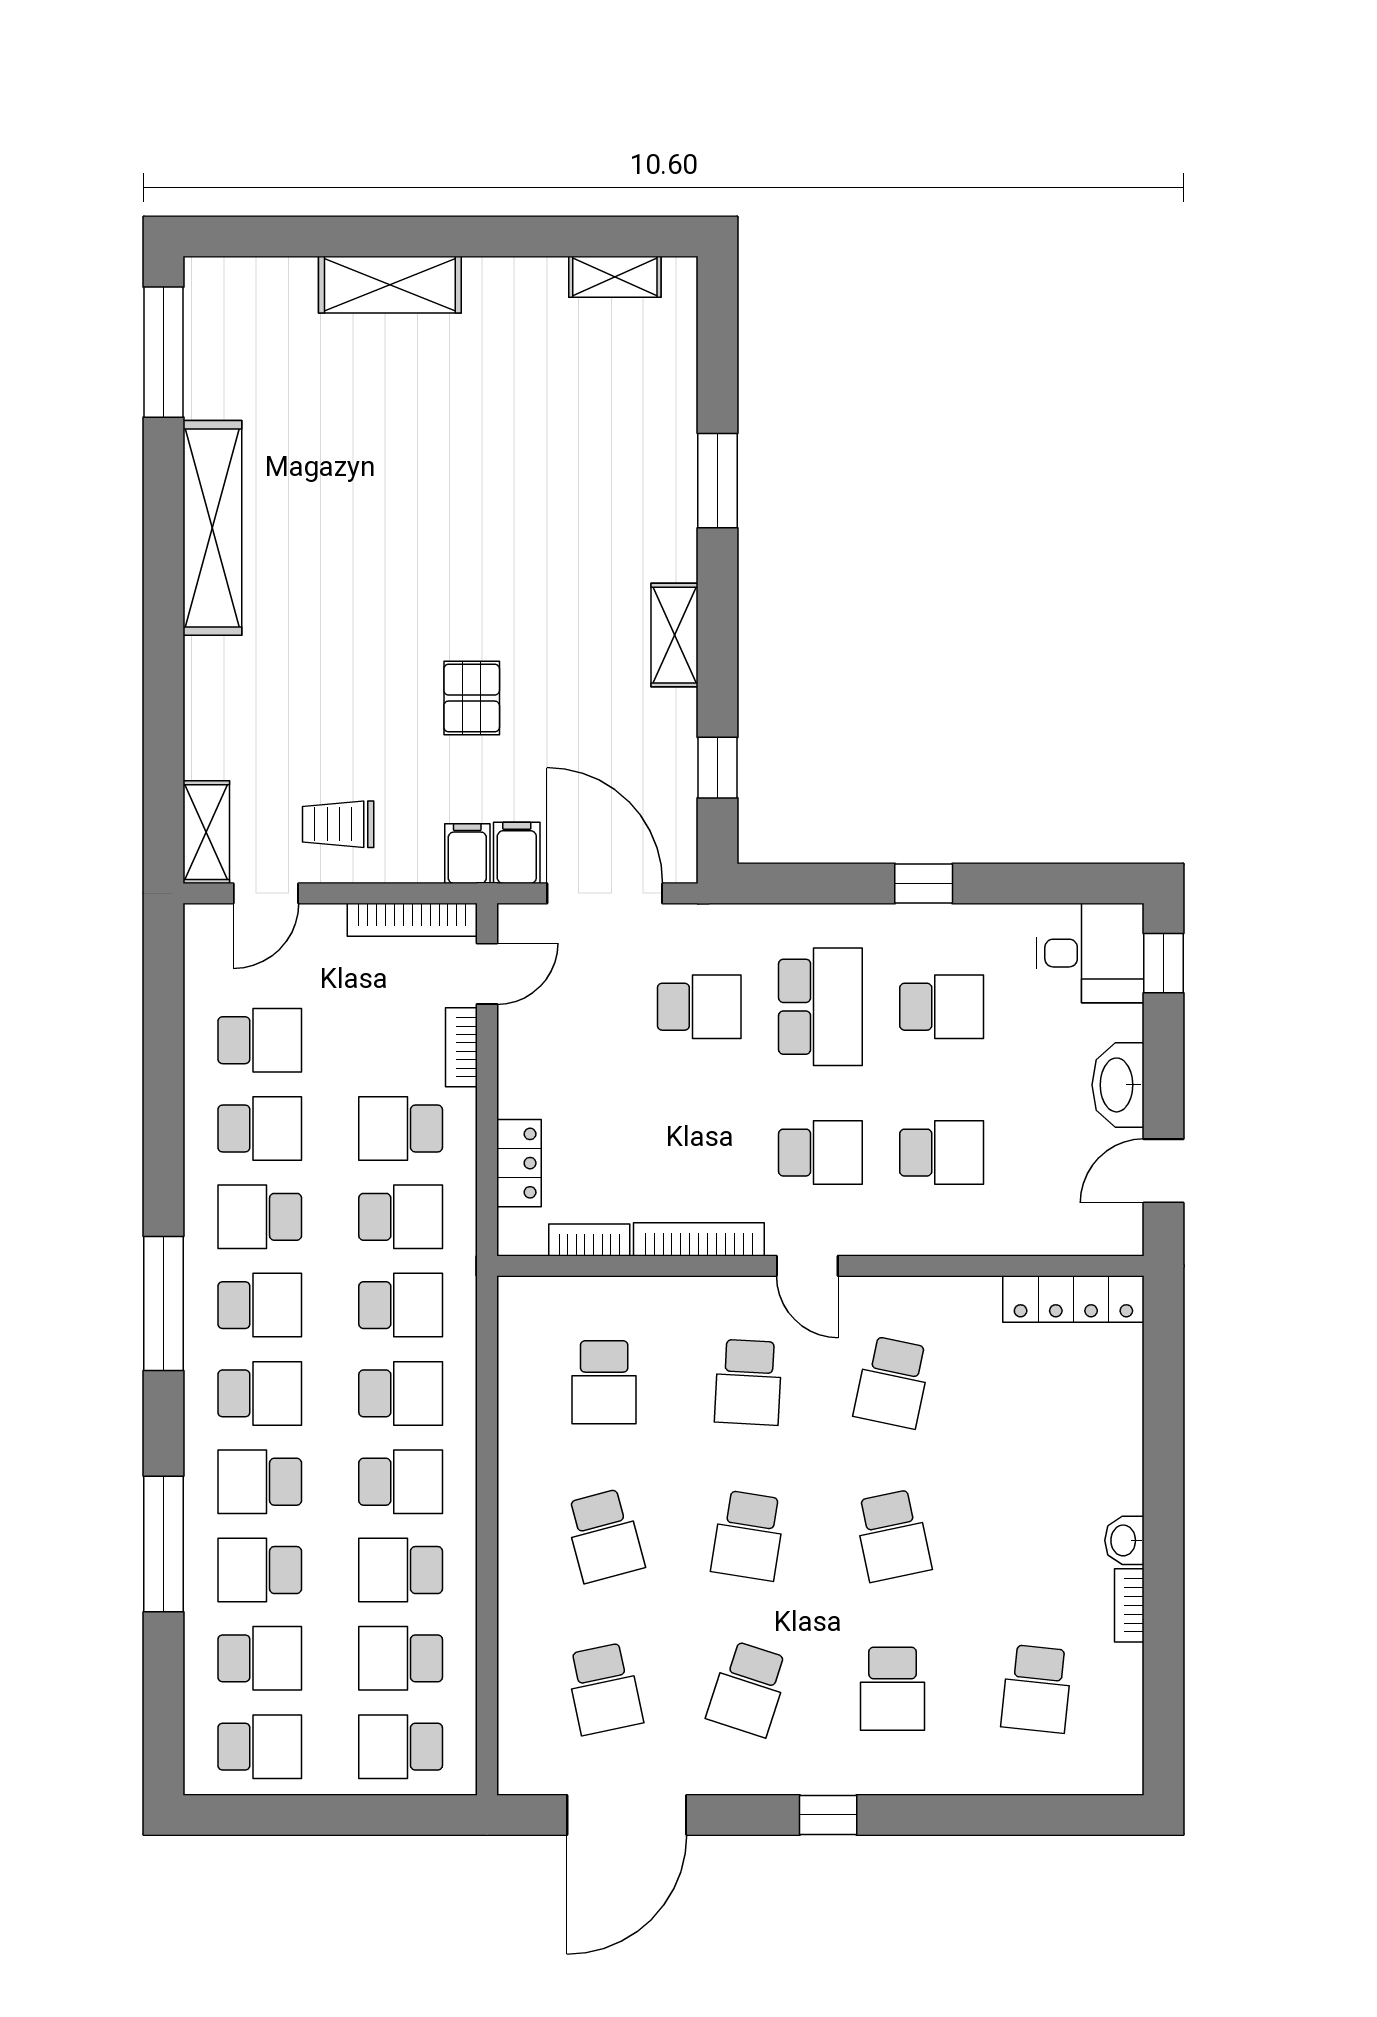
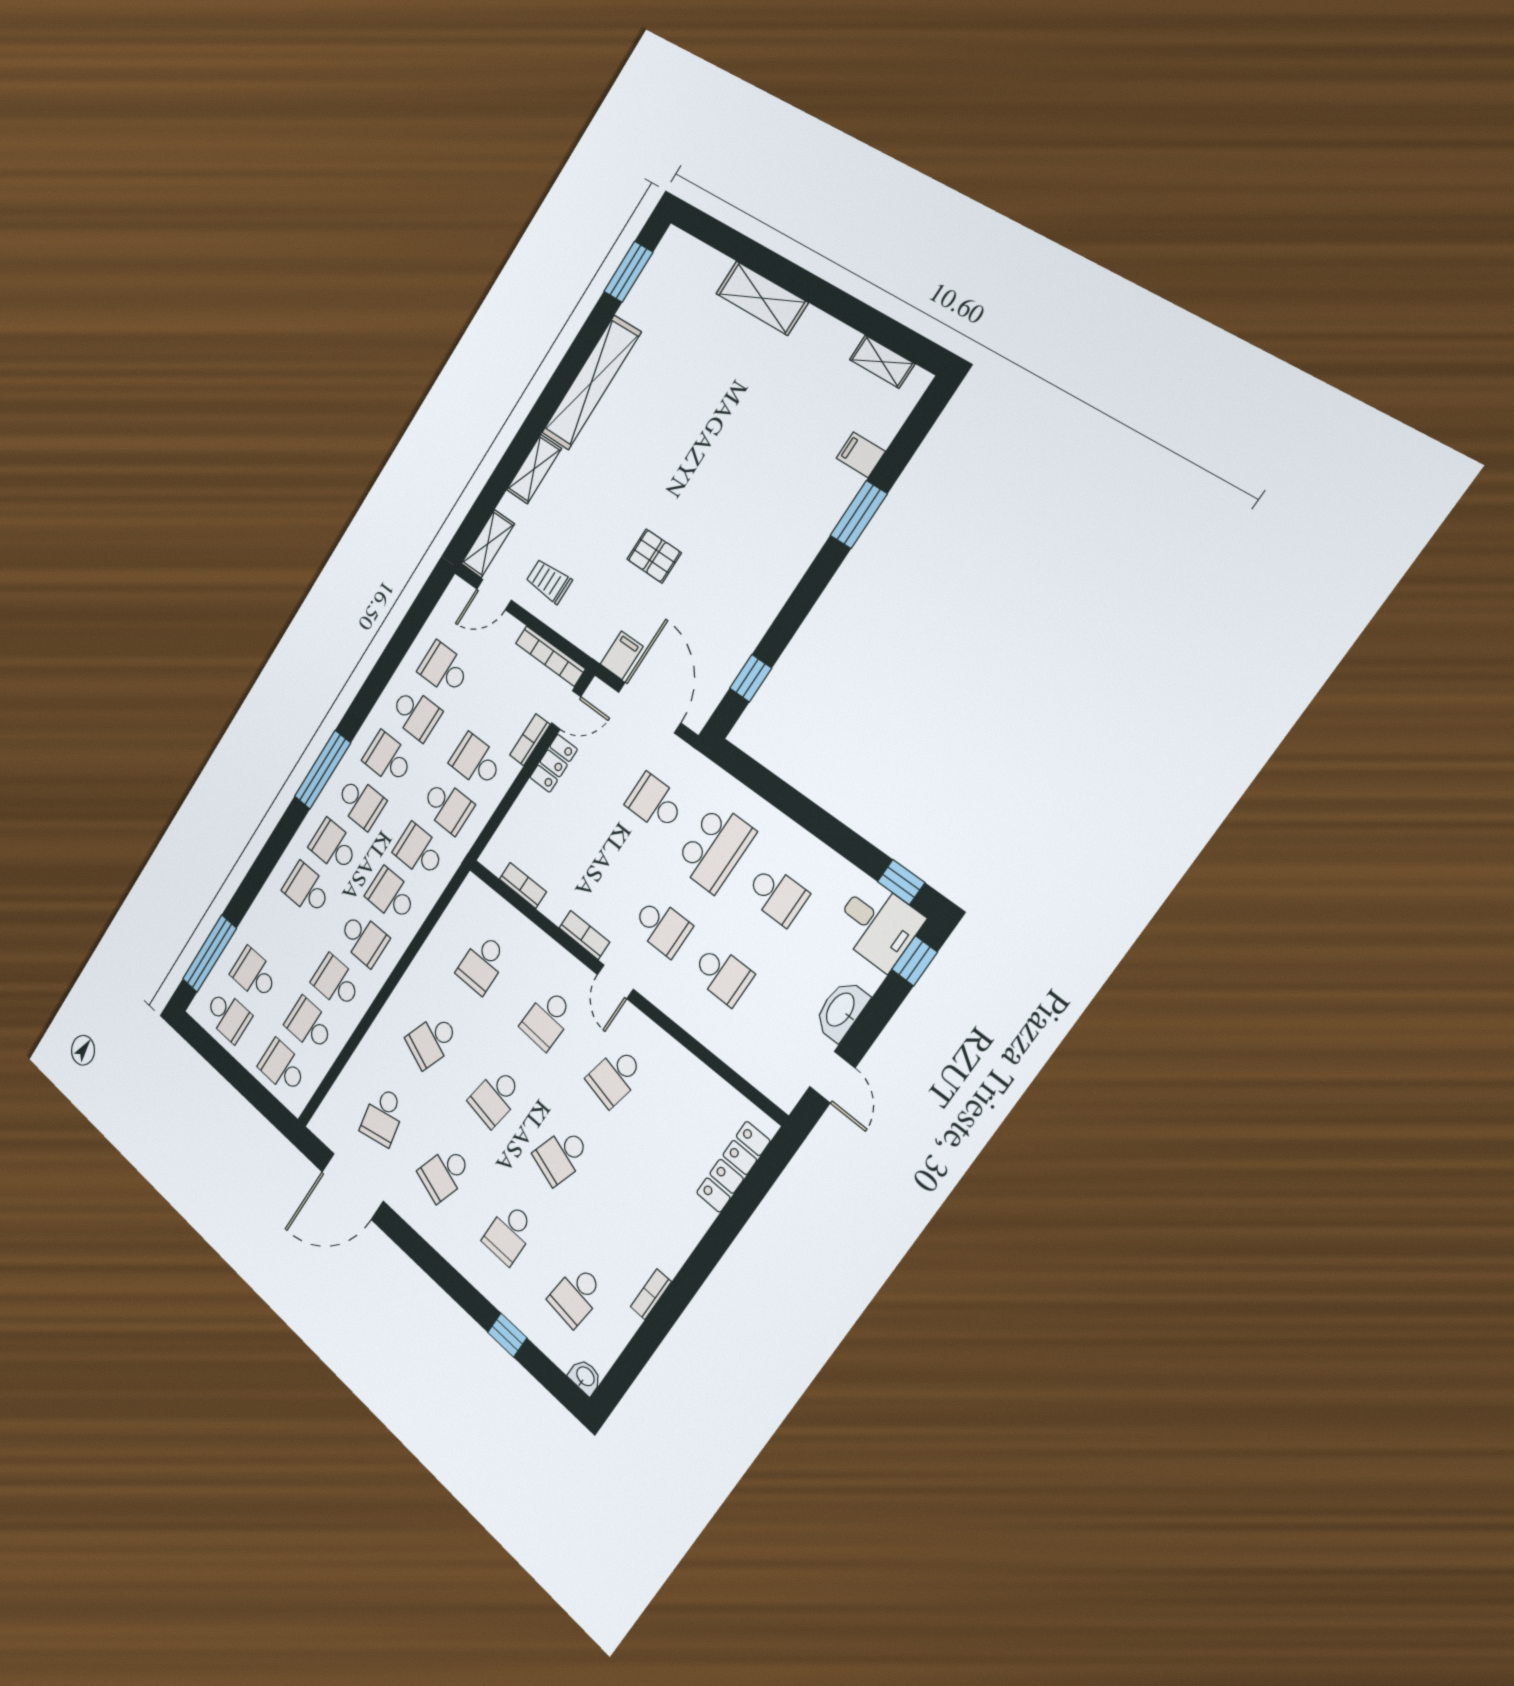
window: (163, 352) -> (628, 272), width x0.69
shelving: (674, 635) -> (534, 469), moved
pallet: (472, 698) -> (654, 556), turned 90
filing cabinet: (467, 854) -> (861, 455), moved, turned -90
window: (924, 884) -> (901, 882), moved
school desk: (699, 1007) -> (655, 803), turned 180
school desk: (260, 1040) -> (444, 669), turned 180
locker: (519, 1163) -> (554, 763), moved
door: (1164, 1171) -> (832, 1077), swing flipped
bookcase: (699, 1239) -> (584, 935), width x0.64
locker: (1073, 1299) -> (733, 1167), moved, turned 90
school desk: (401, 1305) -> (419, 851), turned 180
school desk: (260, 1393) -> (334, 846), turned 180
school desk: (401, 1393) -> (391, 895), turned 180
school desk: (604, 1536) -> (432, 1041), turned 36
school desk: (893, 1536) -> (562, 1156), turned 30
washbasin: (1124, 1540) -> (585, 1377), moved, turned 90
window: (163, 1544) -> (209, 954), moved
school desk: (260, 1570) -> (280, 932), removed
school desk: (260, 1658) -> (254, 974), turned 180
window: (828, 1815) -> (507, 1335), moved

